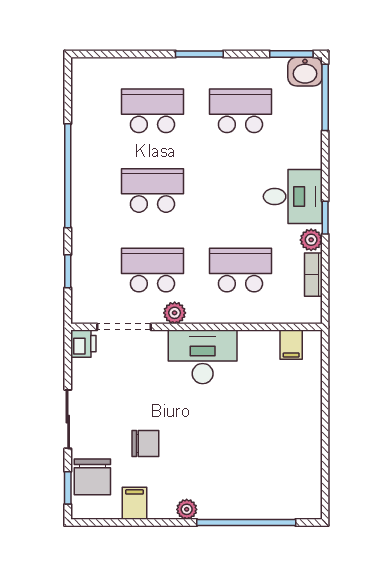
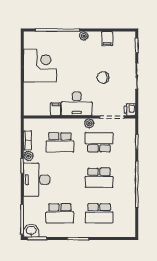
desk: (293, 196) -> (37, 180), width x1.37
school desk: (152, 270) -> (99, 142), turned 180
filing cabinet: (291, 345) -> (56, 109), moved
corner desk: (285, 442) -> (40, 66), added
chair: (145, 443) -> (103, 78), moved
chair: (92, 477) -> (126, 50), removed

